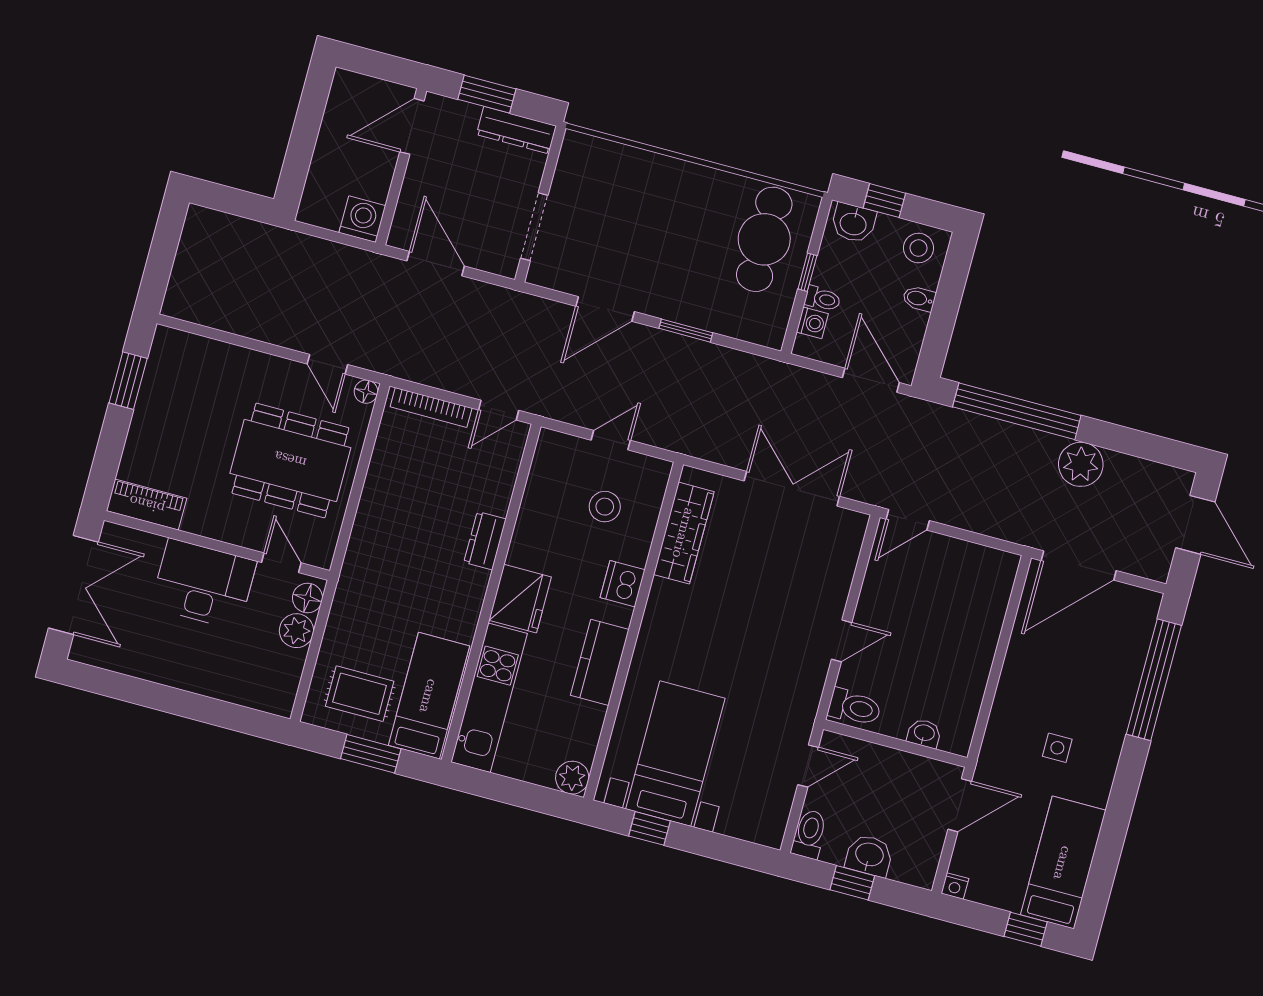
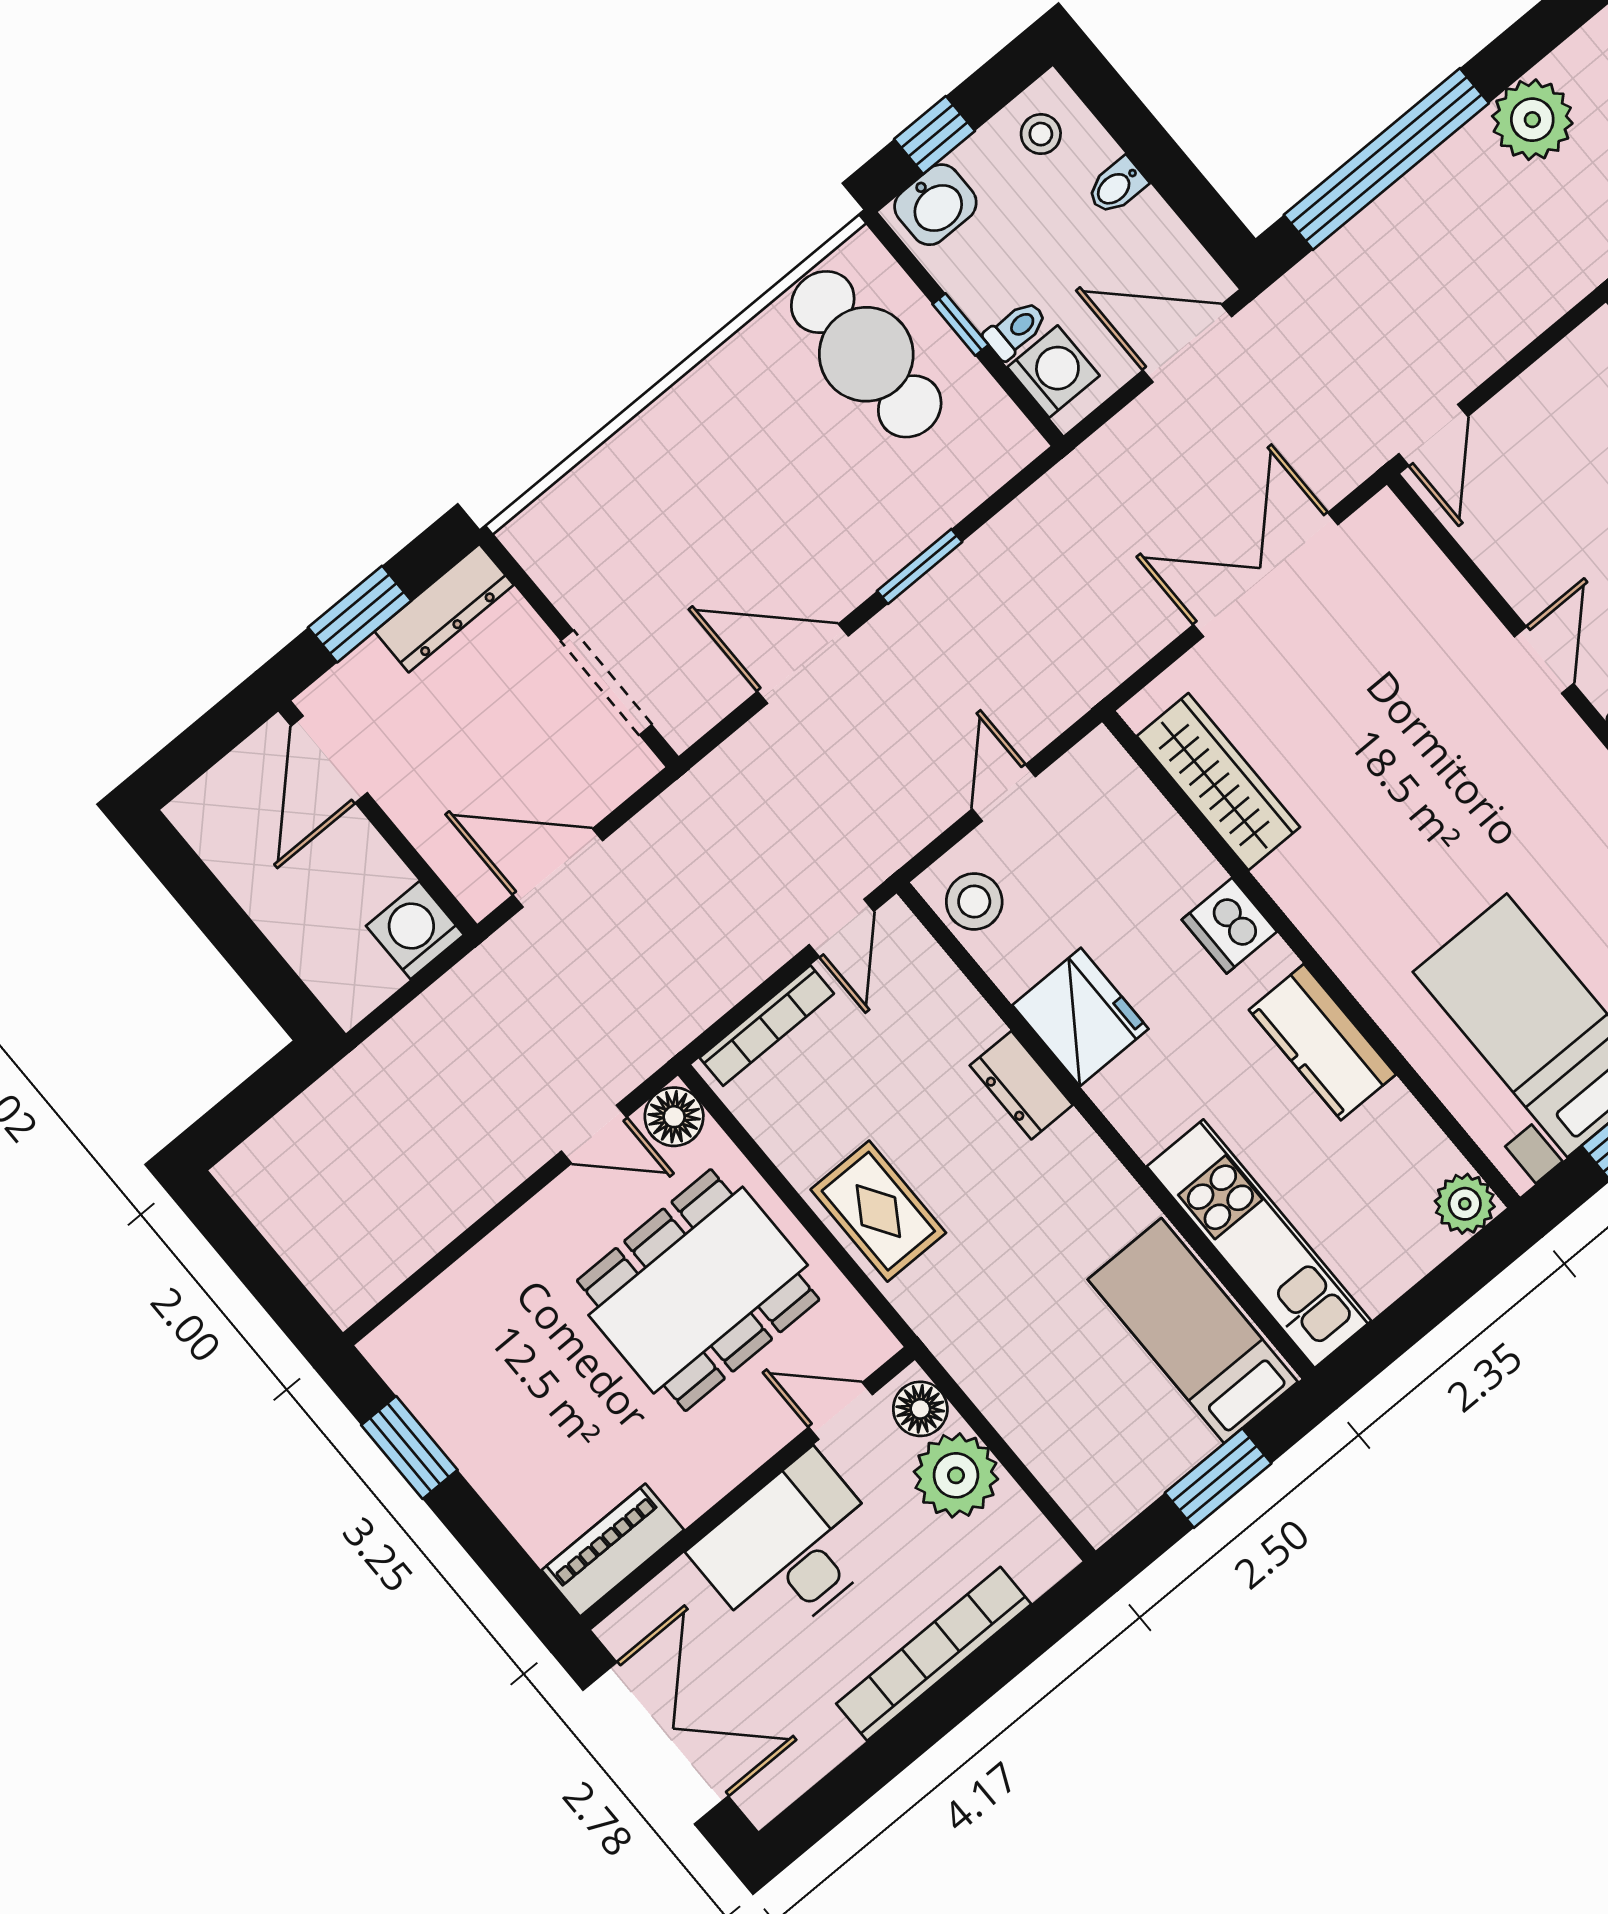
stool: (919, 248) -> (1041, 134), width x0.73, depth x0.73
door: (605, 309) -> (803, 664), swing flipped
washing machine: (812, 323) -> (1053, 371), width x1.38, depth x1.38
floor lamp: (366, 392) -> (674, 1117), width x1.37, depth x1.37
stool: (605, 507) -> (974, 901), moved
fridge: (520, 599) -> (1080, 1017), moved
plant: (296, 631) -> (956, 1475), width x1.36, depth x1.36
bookcase: (202, 682) -> (934, 1654), added
rug: (360, 694) -> (878, 1211), moved, turned 90

